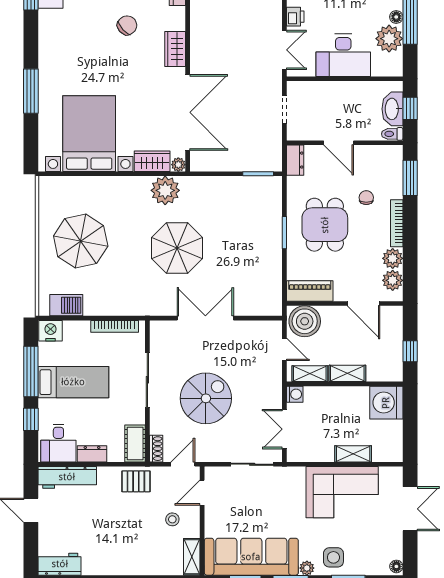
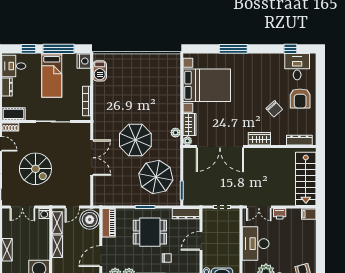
dresser: (295, 160) -> (186, 214), width x1.44
plant: (165, 190) -> (175, 133), width x0.53, depth x0.53
parasol: (81, 241) -> (156, 177), moved
spiral stairs: (206, 398) -> (35, 169), moved
double door: (284, 429) -> (22, 207), swing flipped

